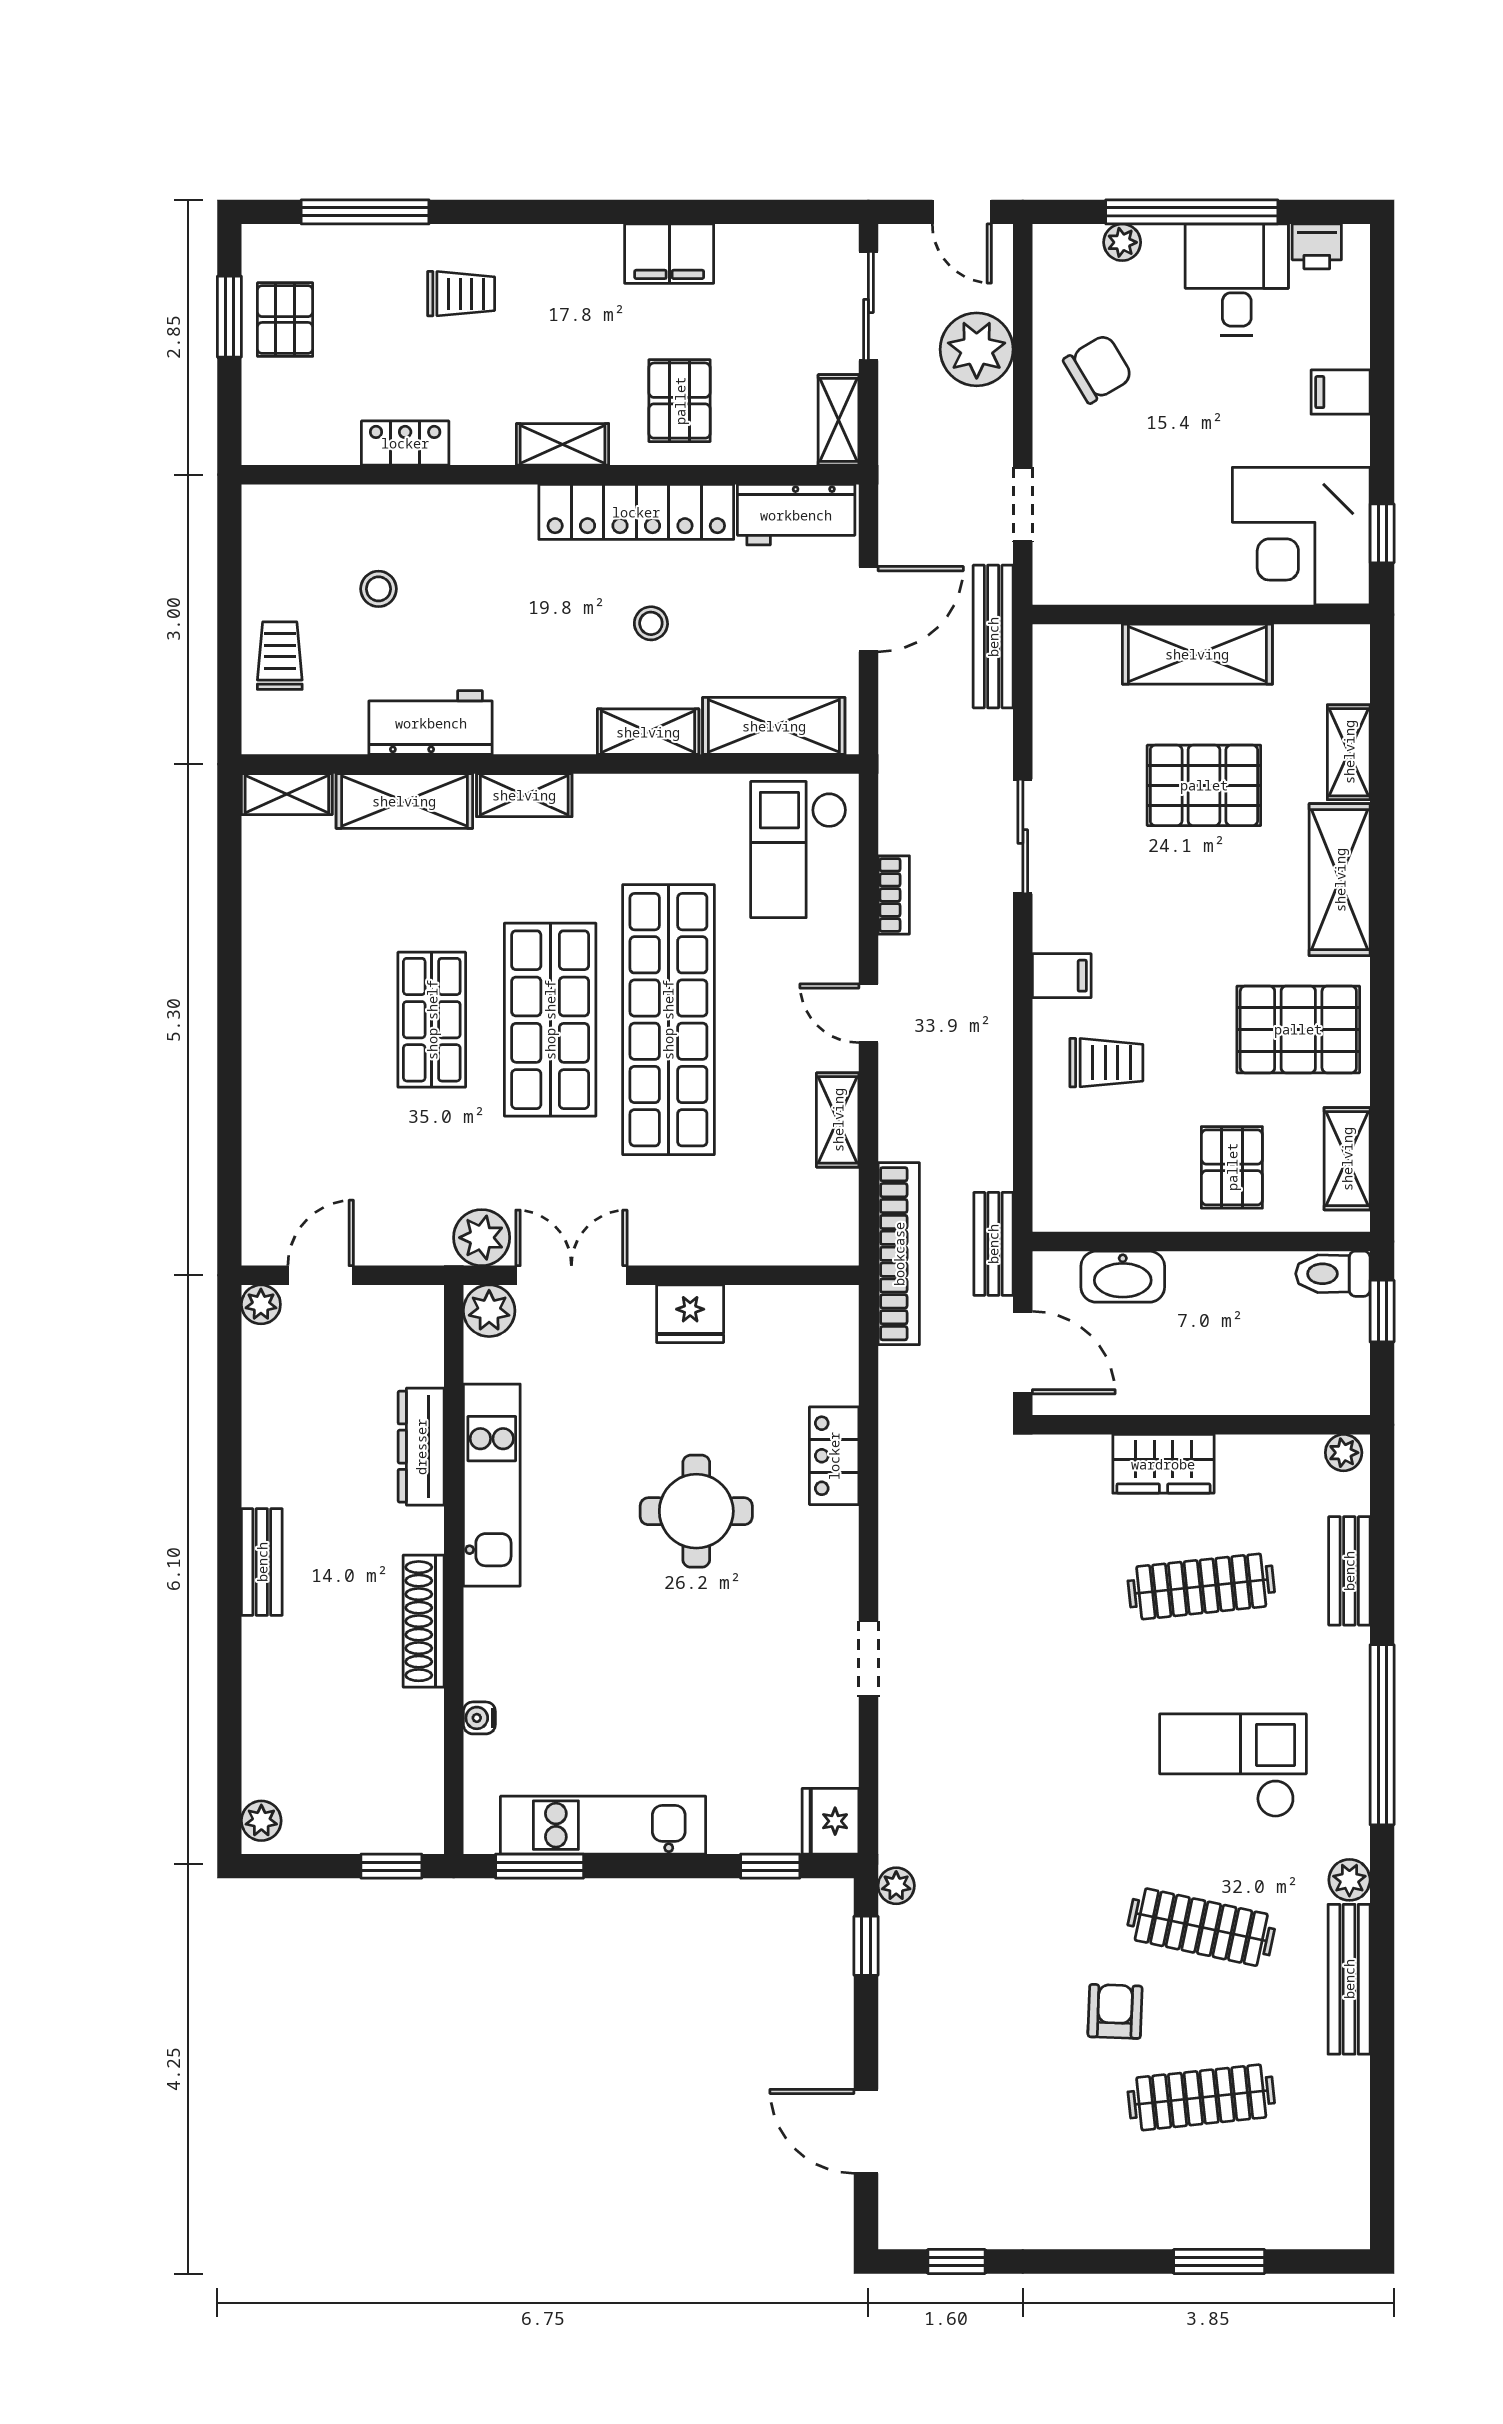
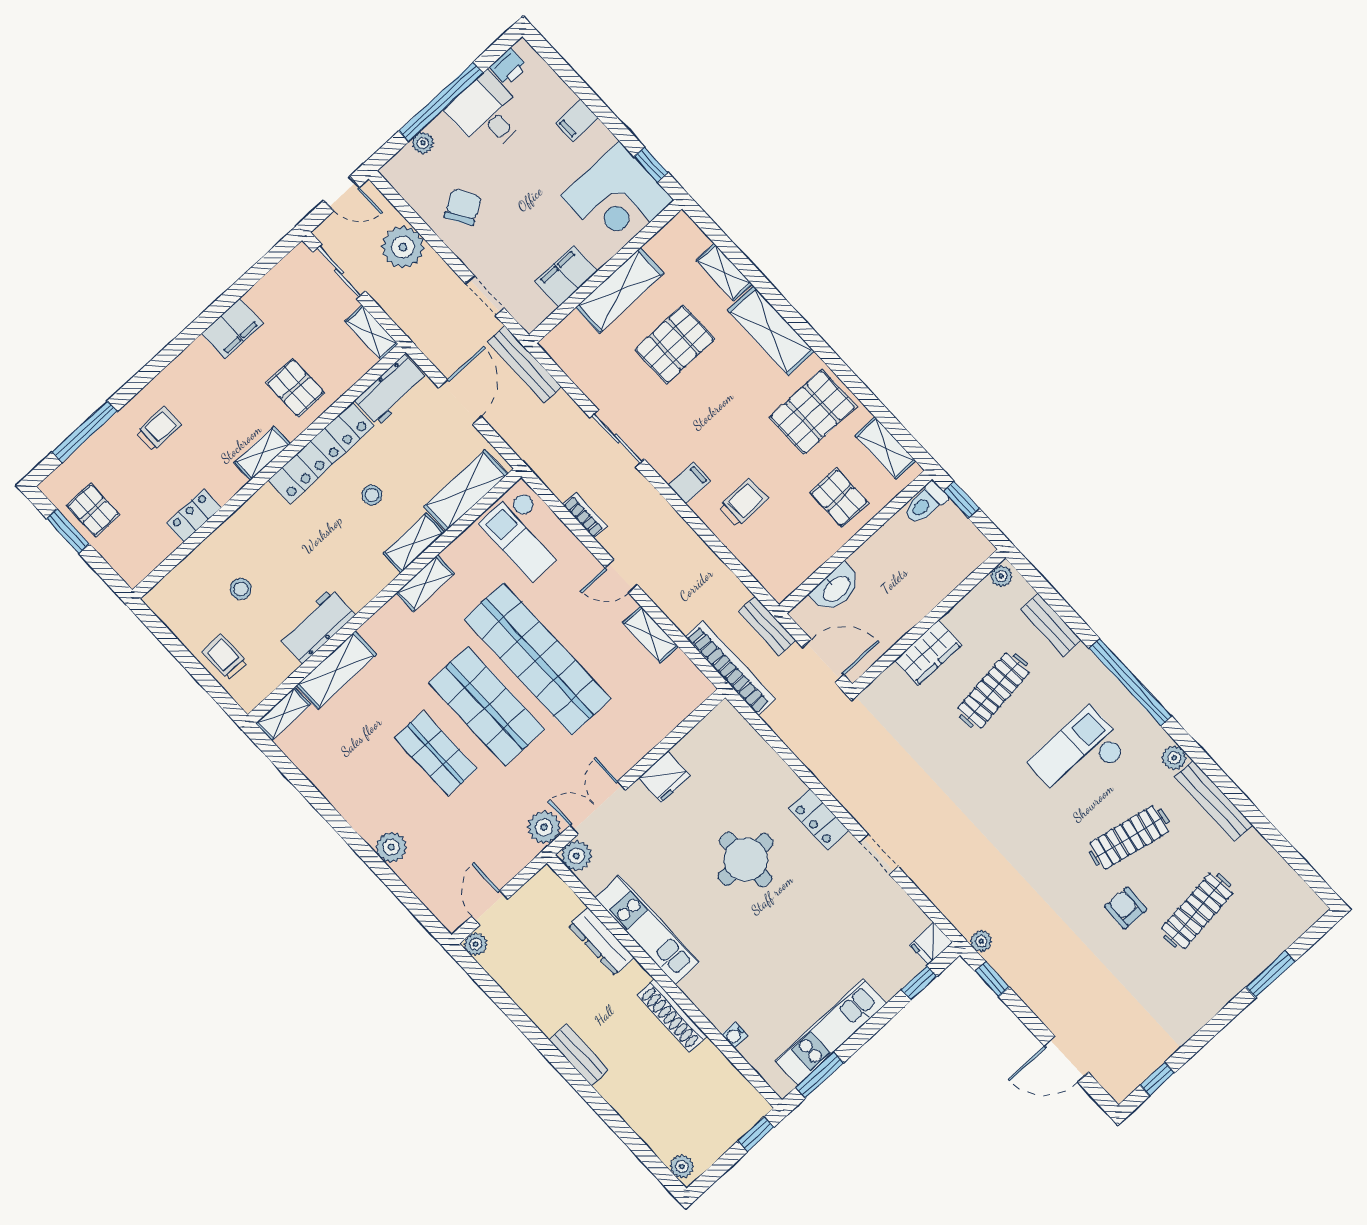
filing cabinet: (1147, 575) -> (566, 276), added
shelving: (524, 795) -> (425, 583), moved
plant: (268, 1086) -> (391, 847), added
locker: (834, 1456) -> (819, 819), moved
fridge: (830, 1821) -> (931, 944), width x0.72

